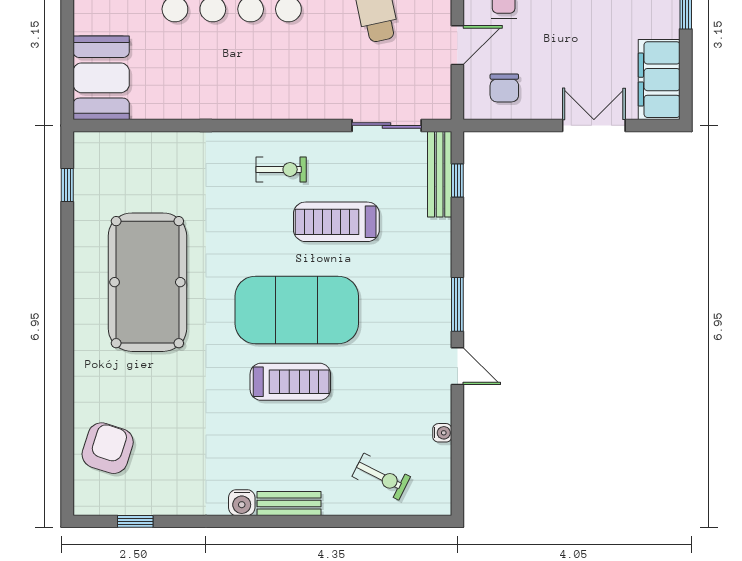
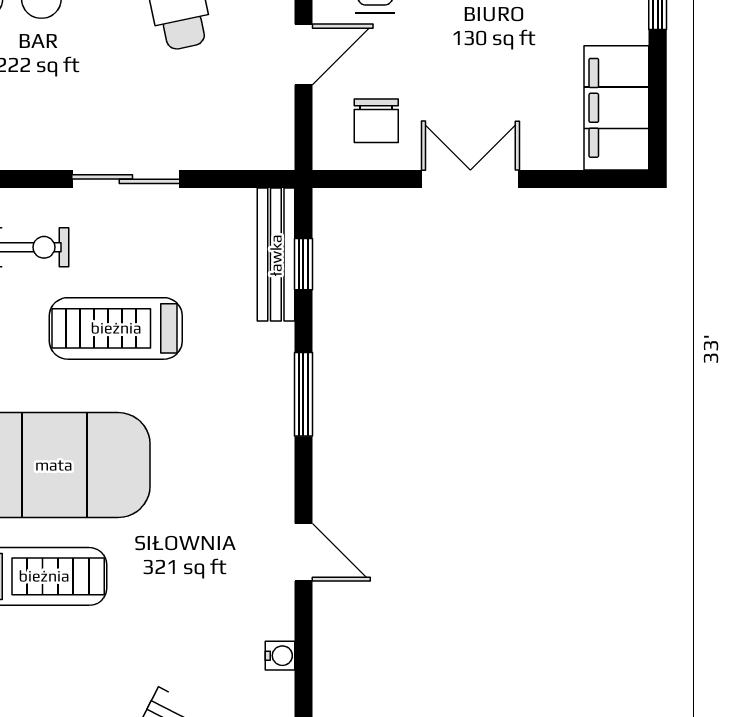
sliding door: (387, 125) -> (126, 179), moved
double door: (594, 125) -> (470, 179), moved
window: (457, 304) -> (303, 394), moved

